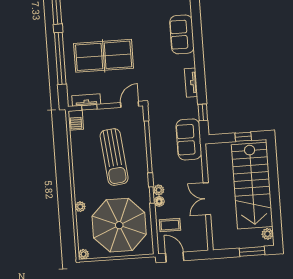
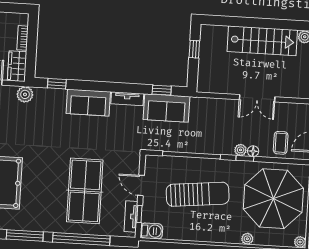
window: (196, 18) -> (57, 84), added
sofa: (182, 34) -> (88, 103), moved
door: (130, 104) -> (141, 185), moved
sofa: (189, 139) -> (166, 108), moved
stairs: (252, 186) -> (262, 41), width x0.73, depth x0.66

